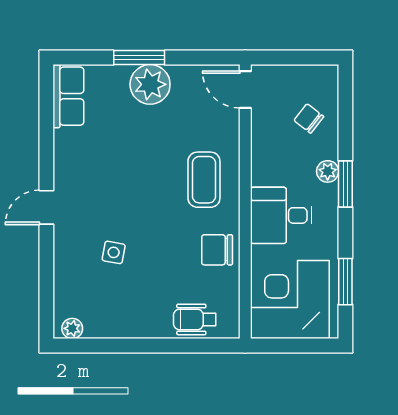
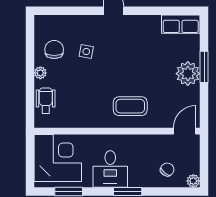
plant: (328, 171) -> (193, 181), moved
desk: (281, 215) -> (110, 169), moved, turned 180
chair: (217, 250) -> (54, 50), moved
plant: (72, 328) -> (40, 73), moved

